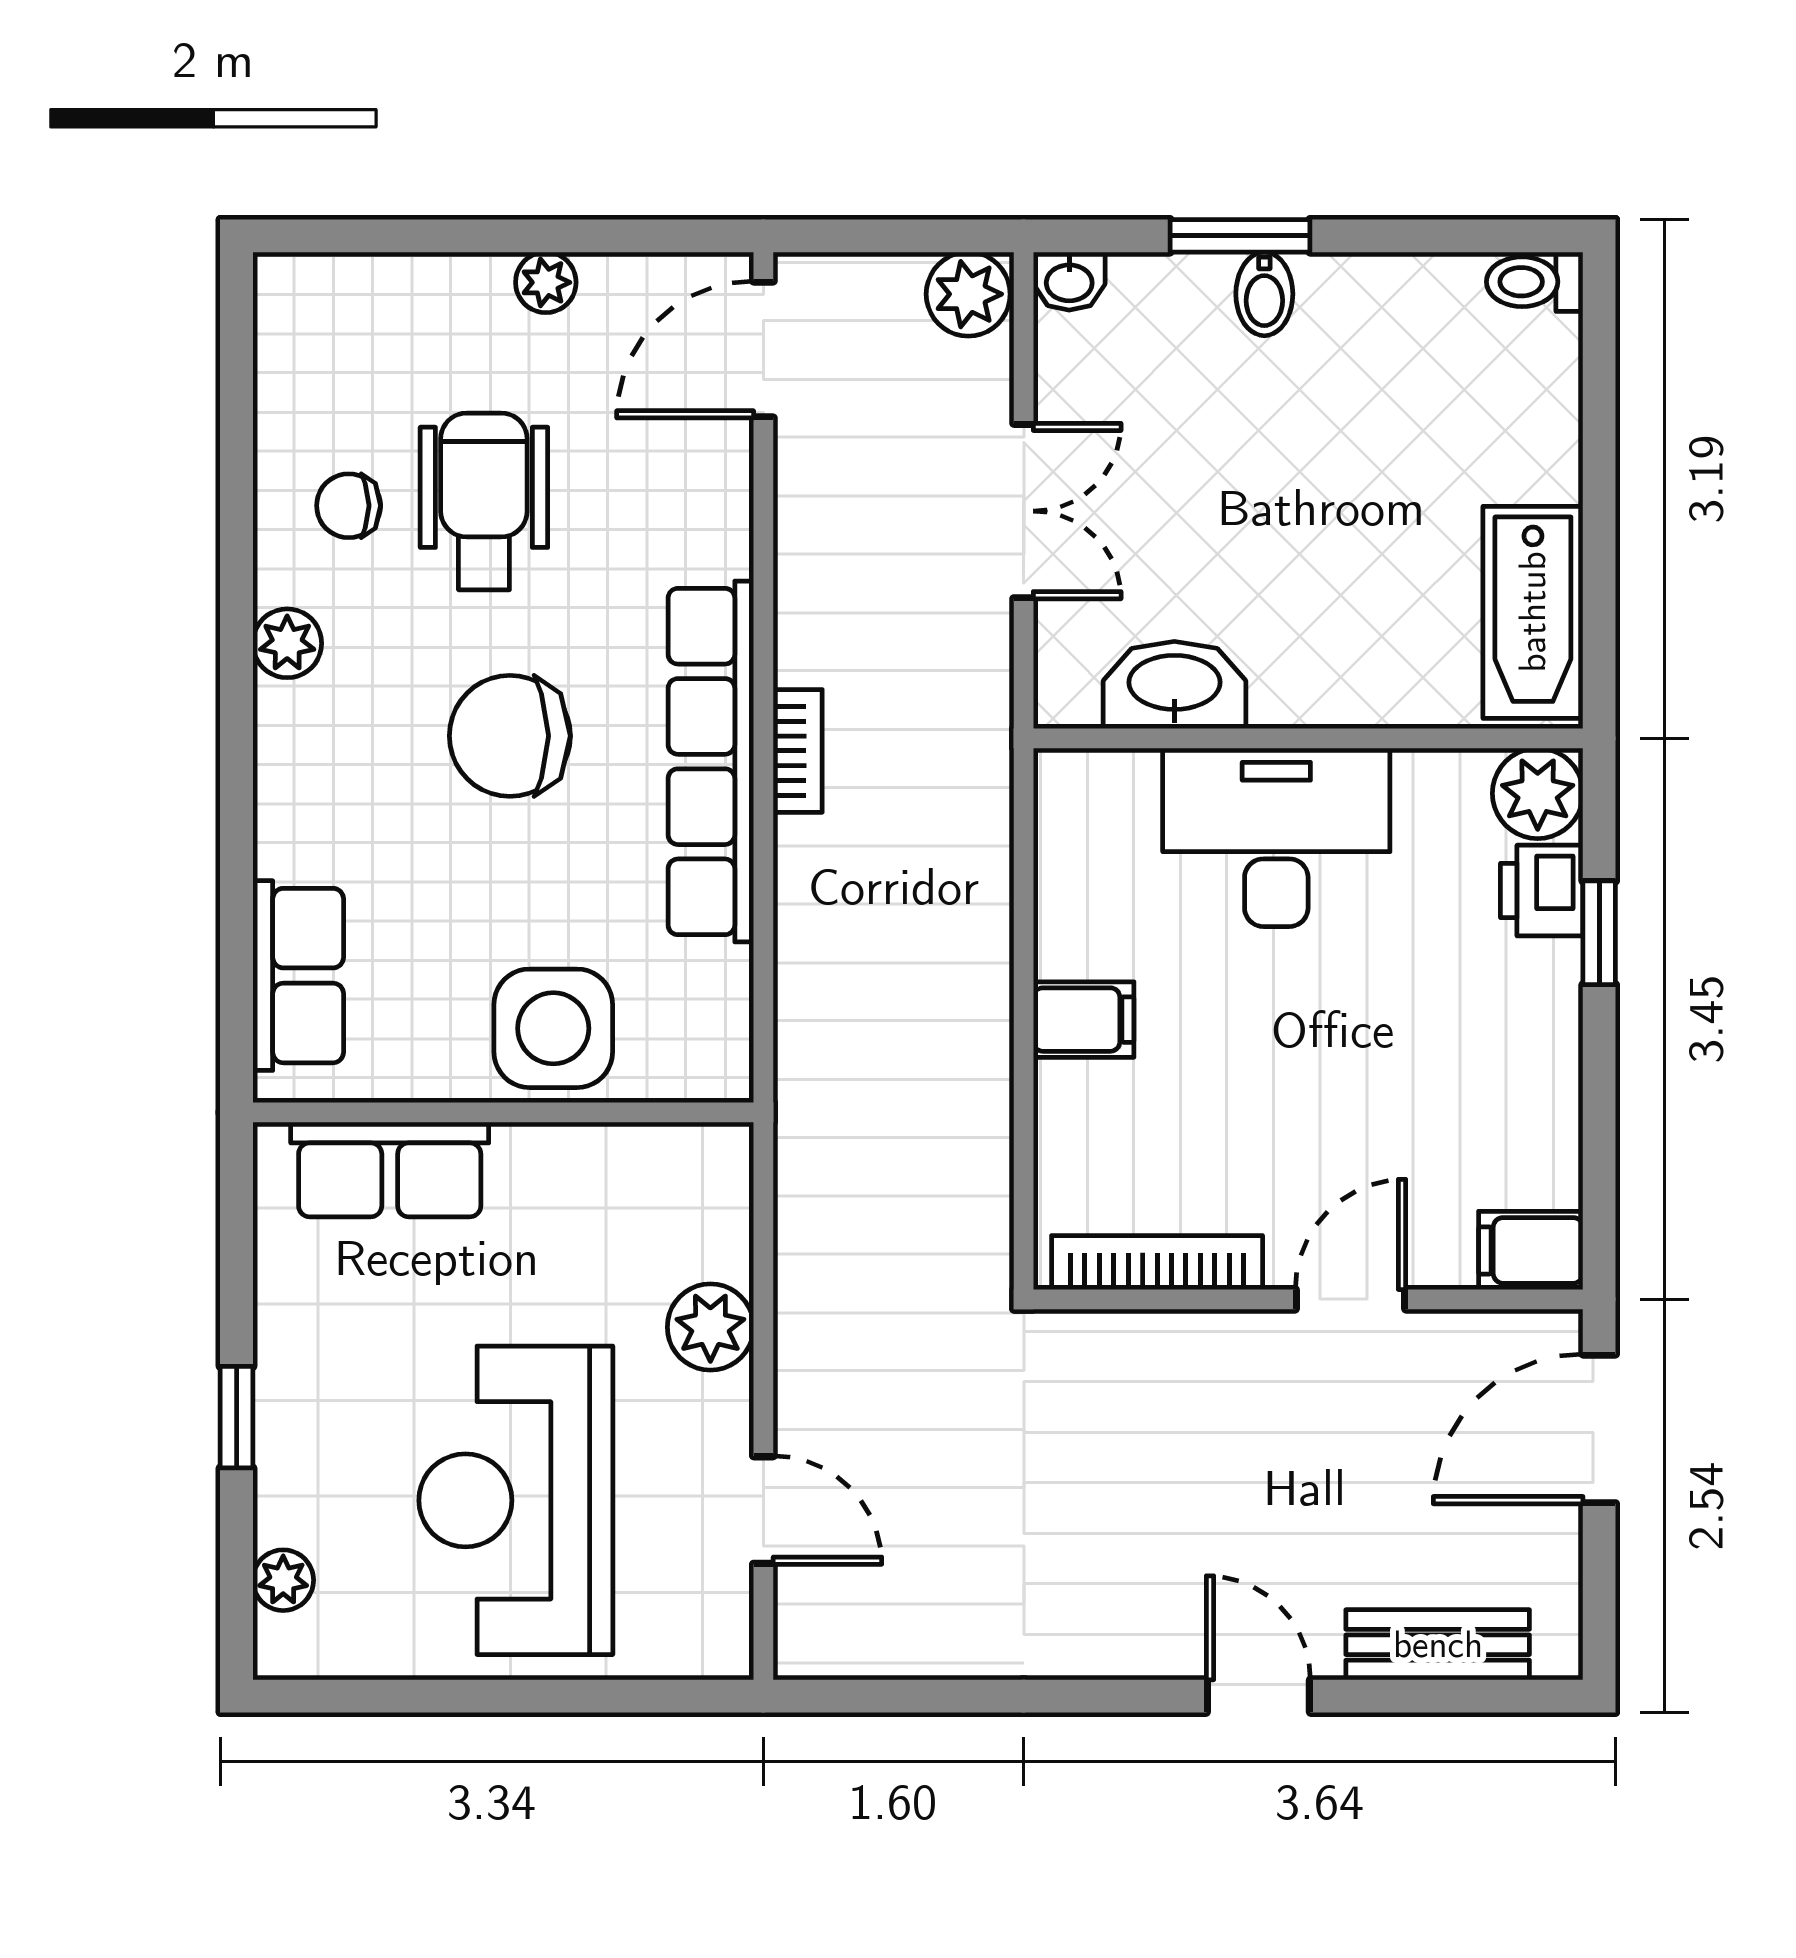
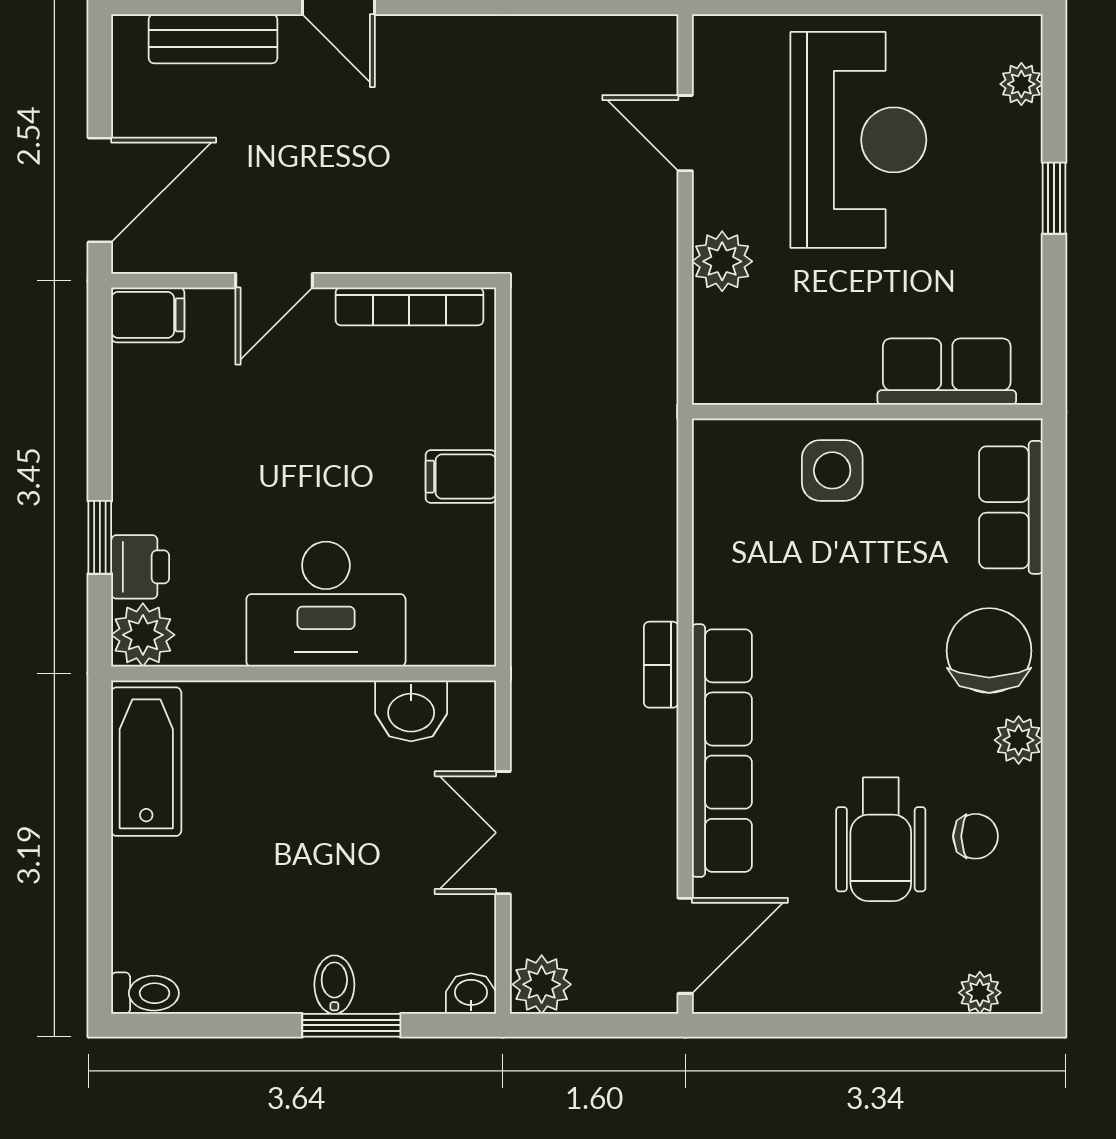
plant: (546, 282) -> (980, 993), moved
washbasin: (1174, 685) -> (411, 711), width x0.72
chair: (510, 736) -> (989, 651), moved, turned -90
row of seats: (711, 762) -> (722, 751), moved
side table: (553, 1028) -> (832, 470), width x0.73, depth x0.73

